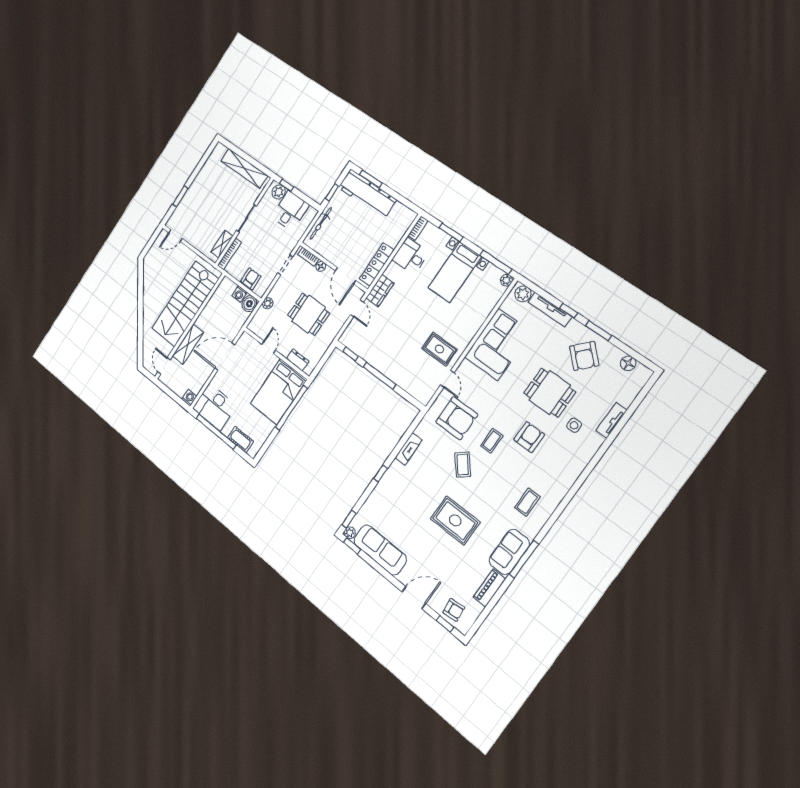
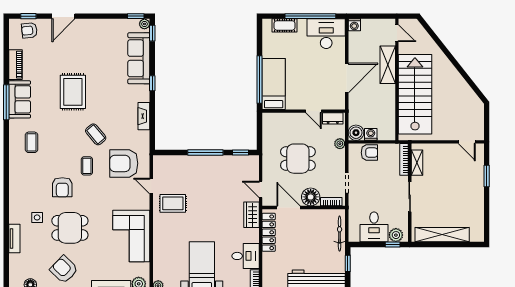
door: (175, 235) -> (467, 142), swing flipped
floor lamp: (321, 266) -> (311, 197), width x1.89, depth x1.89
armchair: (251, 279) -> (369, 153), turned -90
dresser: (298, 360) -> (333, 118), moved
bed: (279, 392) -> (274, 84), width x0.67
rug: (455, 520) -> (73, 92), turned 90
sofa: (380, 550) -> (139, 58), moved, turned 90

